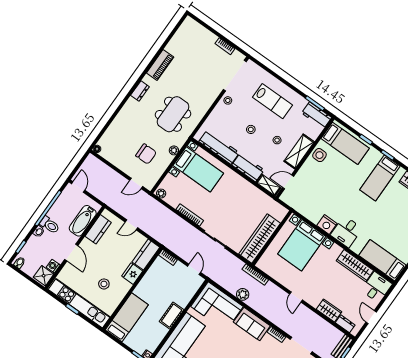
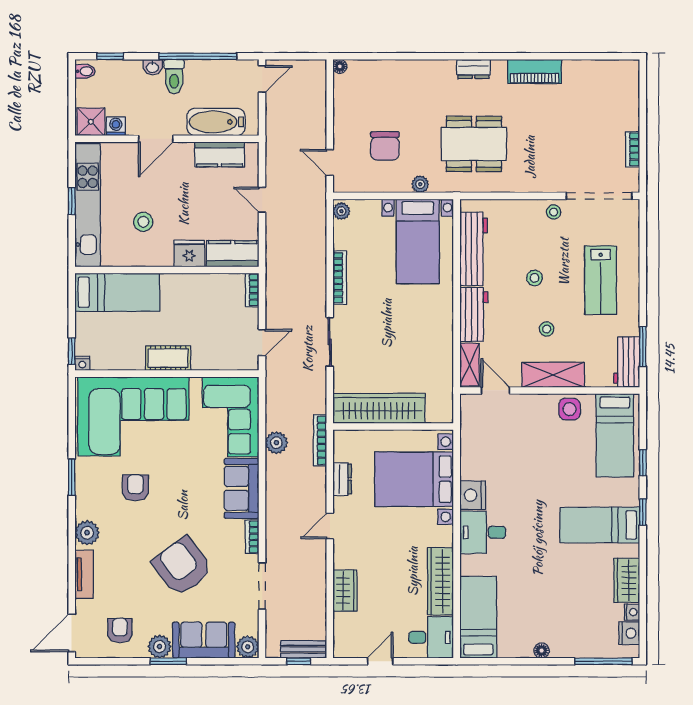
dresser: (345, 324) -> (342, 479), moved

